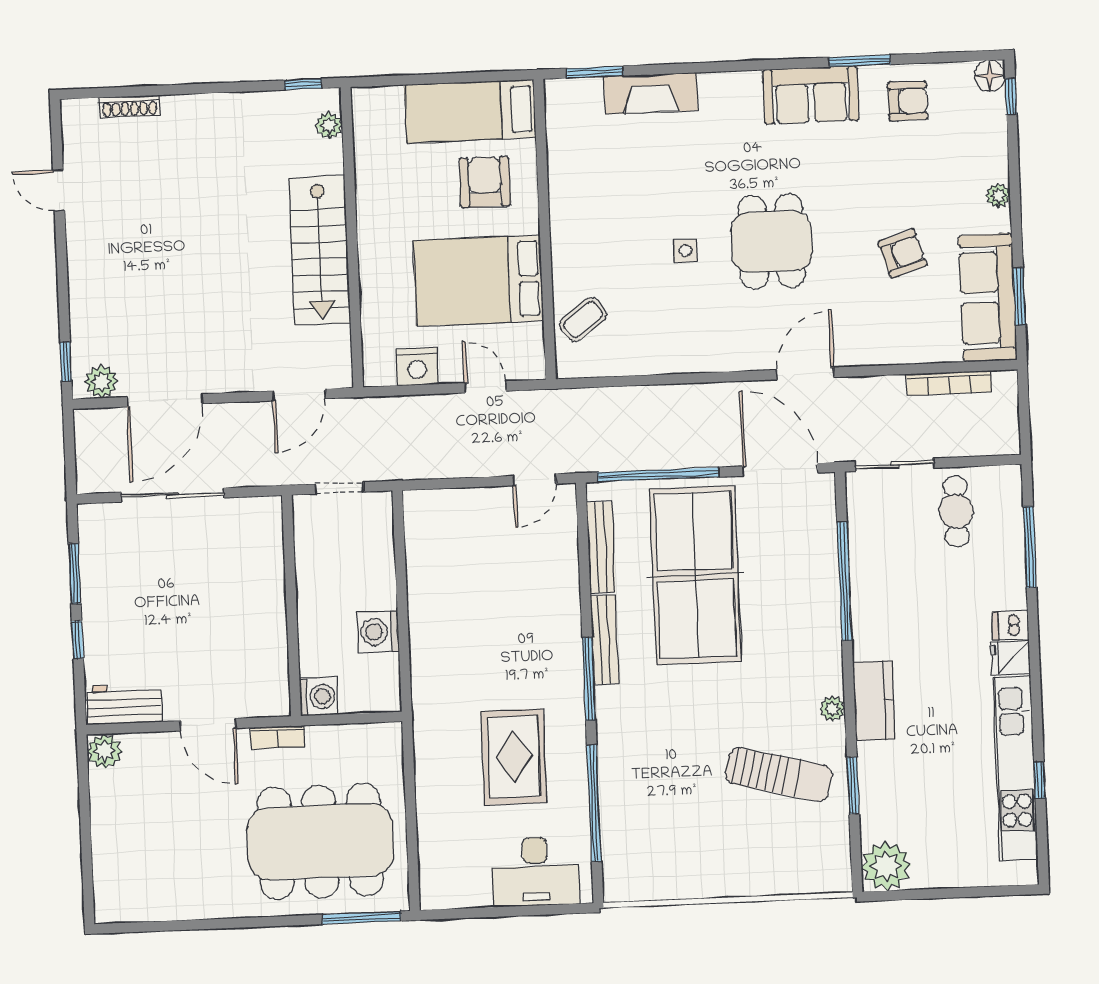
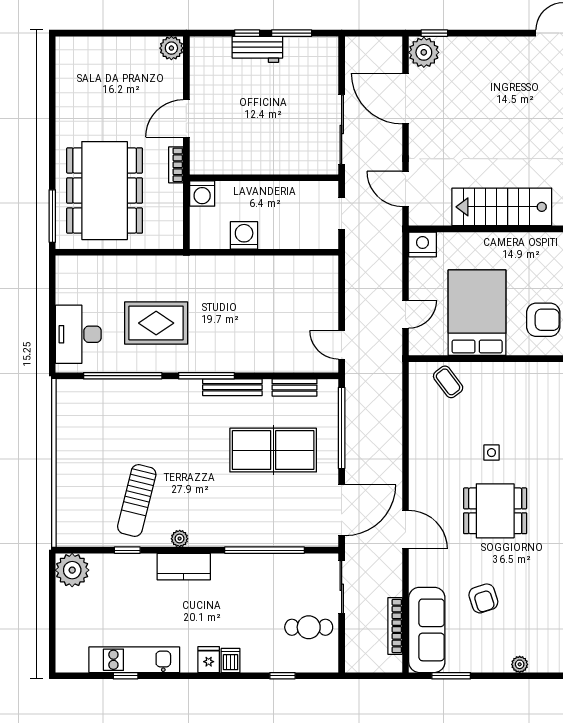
sofa: (988, 298) -> (427, 630), moved, turned 90
nightstand: (417, 367) -> (423, 244), moved, turned 90
plant: (101, 382) -> (424, 52), width x1.36, depth x1.36
sliding door: (172, 495) -> (342, 129), moved
bench: (601, 547) -> (294, 387), width x0.73
window: (1030, 547) -> (282, 676), width x0.46
table tennis table: (695, 575) -> (273, 450), width x0.73, depth x0.76
workbench: (124, 704) -> (257, 49), moved, turned 90
kitchen unit: (1015, 768) -> (134, 660), width x0.73
window: (853, 786) -> (127, 550), width x0.67

